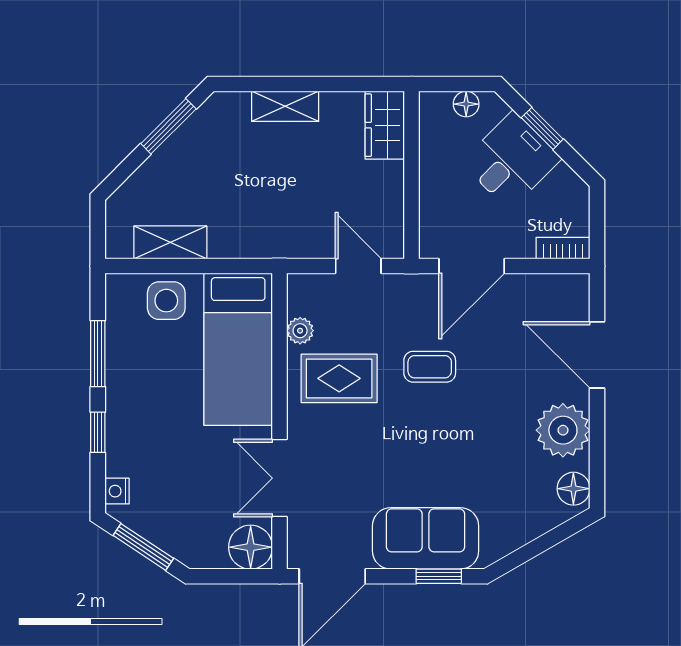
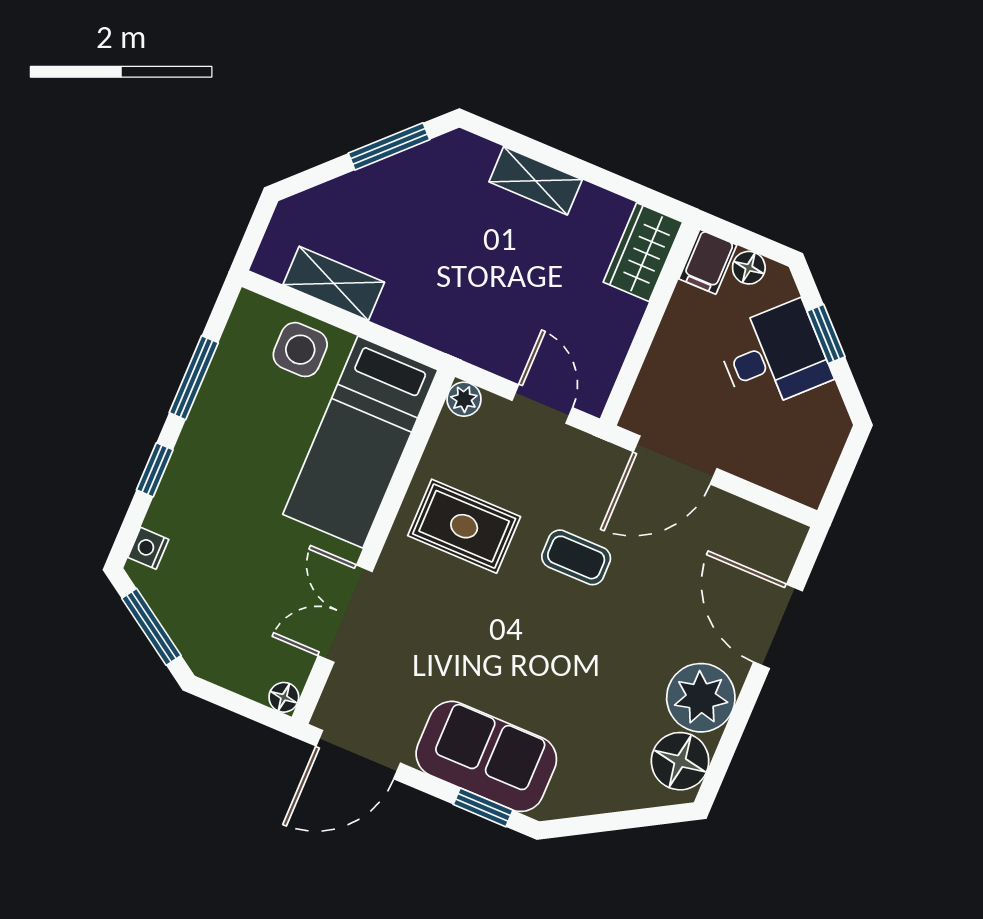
filing cabinet: (435, 112) -> (708, 262), added
bookcase: (563, 248) -> (791, 484), removed
plant: (300, 331) -> (464, 399), moved
floor lamp: (573, 489) -> (680, 761), width x1.38, depth x1.38
floor lamp: (251, 547) -> (284, 697), width x0.53, depth x0.53

